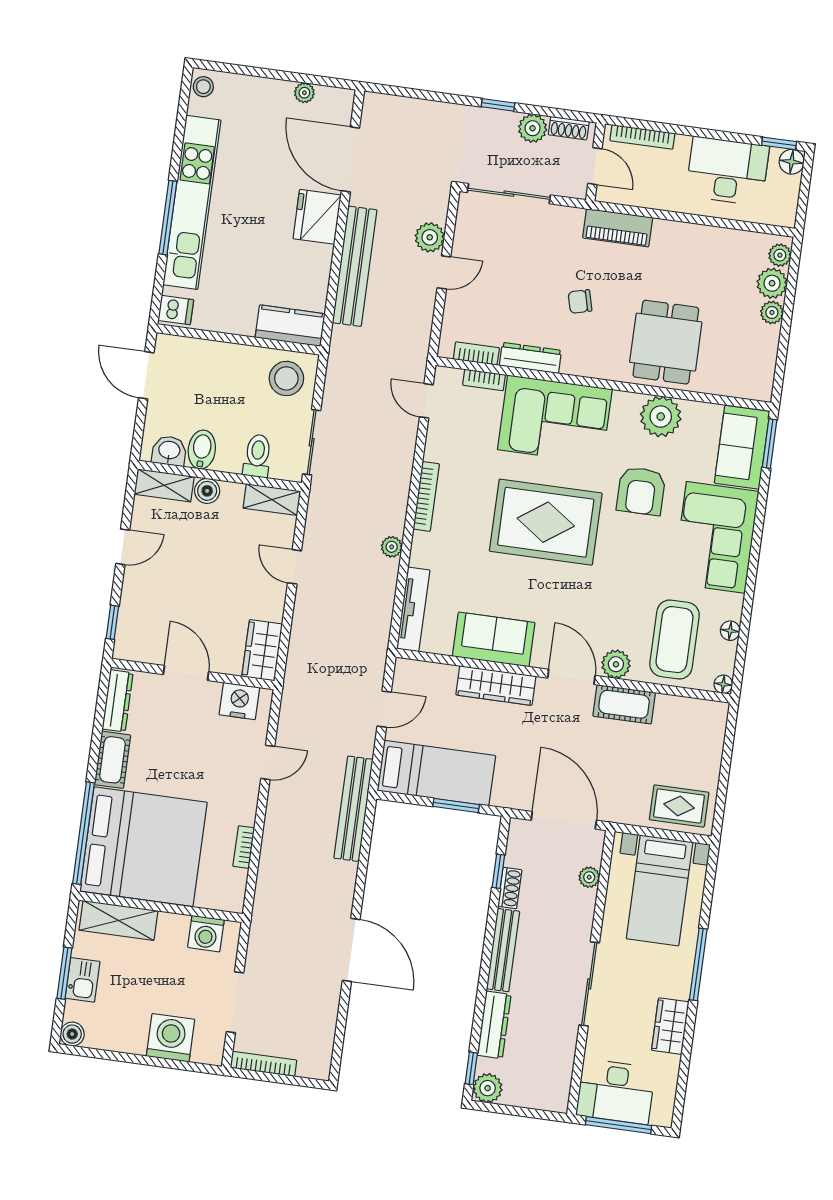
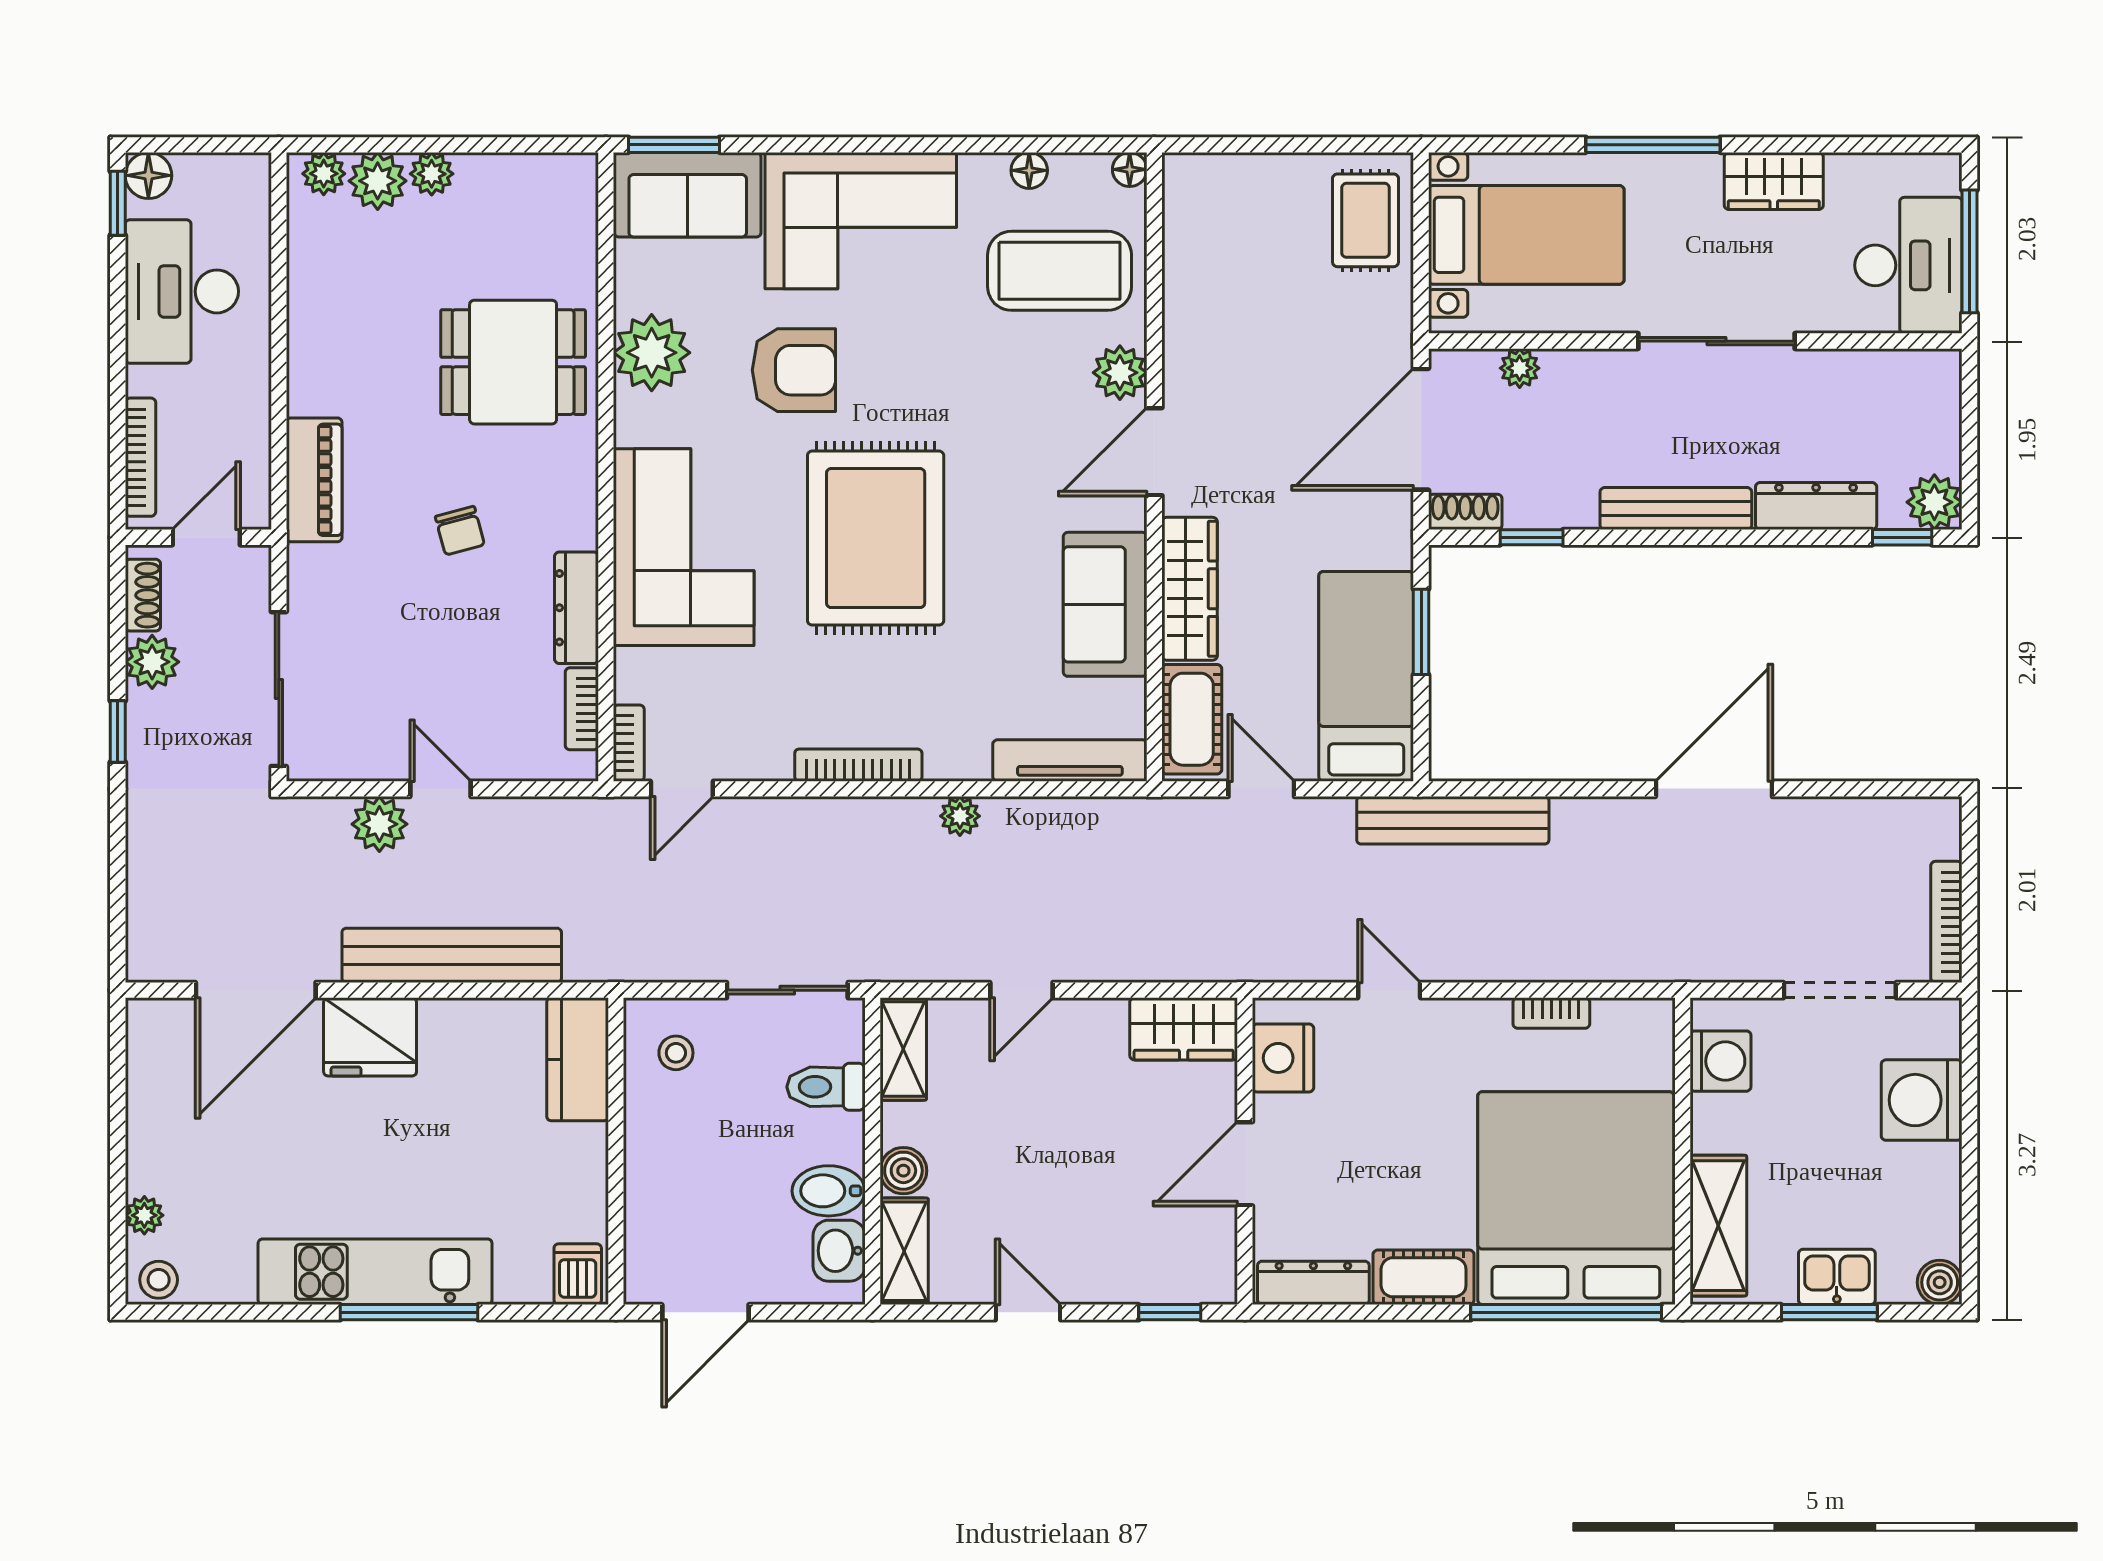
plant: (304, 93) -> (144, 1215), moved
kitchen unit: (192, 202) -> (375, 1272), width x0.73
stool: (286, 378) -> (676, 1053), width x0.53, depth x0.53
bookcase: (484, 380) -> (629, 743), moved
cot: (624, 704) -> (1192, 719), moved
shoe rack: (510, 888) -> (1465, 512), moved

